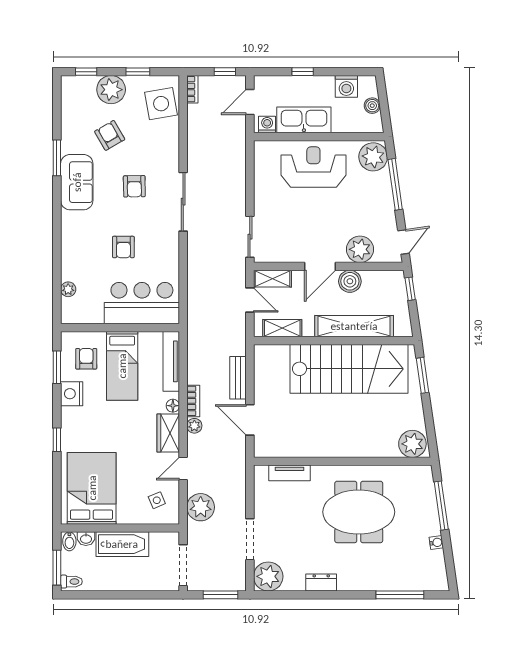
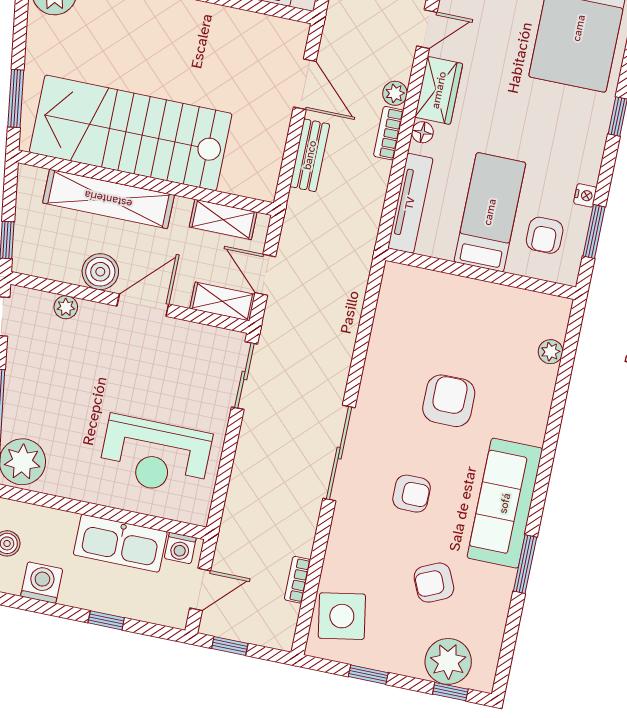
bookcase: (192, 89) -> (297, 580), moved
plant: (111, 90) -> (448, 661), moved
armchair: (110, 135) -> (434, 583), turned 96
reception desk: (313, 167) -> (155, 455), moved
sofa: (77, 182) -> (505, 503), width x1.36
armchair: (134, 186) -> (412, 494), turned 91
armchair: (123, 247) -> (449, 401), width x1.38, depth x1.38
plant: (360, 249) -> (66, 307), width x0.53, depth x0.53
bar counter: (142, 303) -> (438, 305), removed
nightstand: (72, 394) -> (585, 195), width x0.53, depth x0.56

